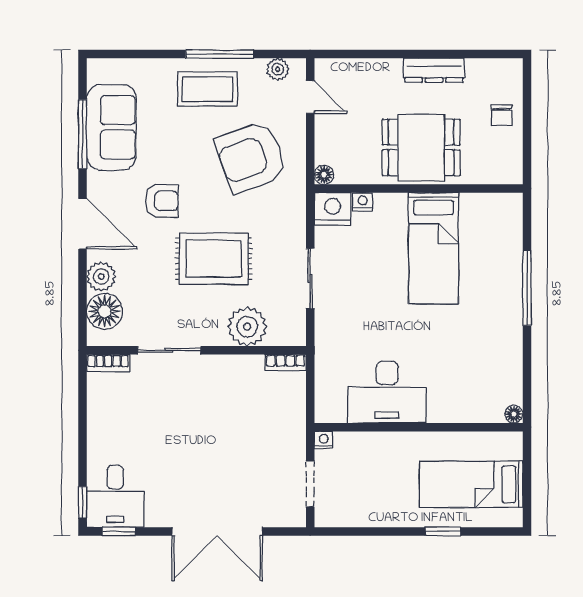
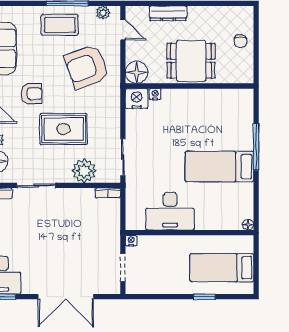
dresser: (434, 70) -> (168, 13), moved
floor lamp: (324, 175) -> (137, 72), width x1.89, depth x1.89
bed: (434, 248) -> (219, 166), moved, turned 90
sliding door: (310, 278) -> (123, 157), moved

